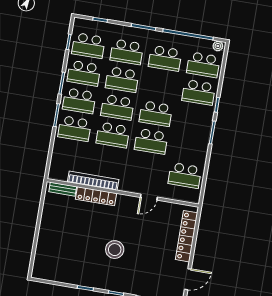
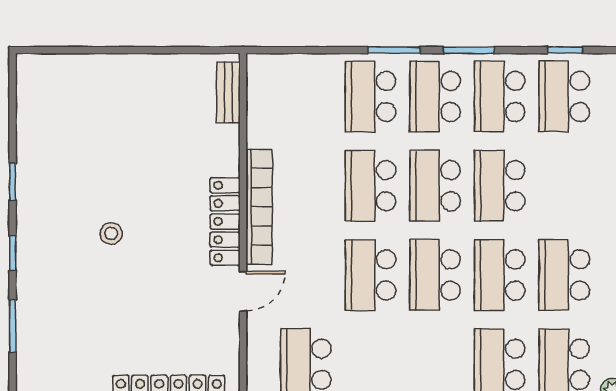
school desk: (127, 52) -> (500, 275), moved
bookcase: (93, 181) -> (259, 207), moved
locker: (96, 196) -> (225, 222), moved
door: (149, 197) -> (243, 291), swing flipped
stool: (115, 250) -> (111, 233), width x0.53, depth x0.53

